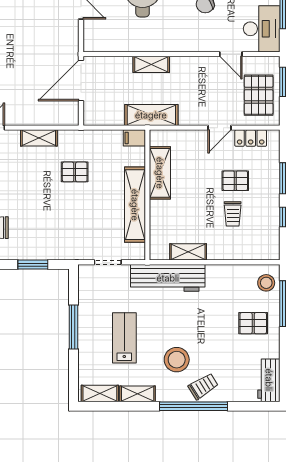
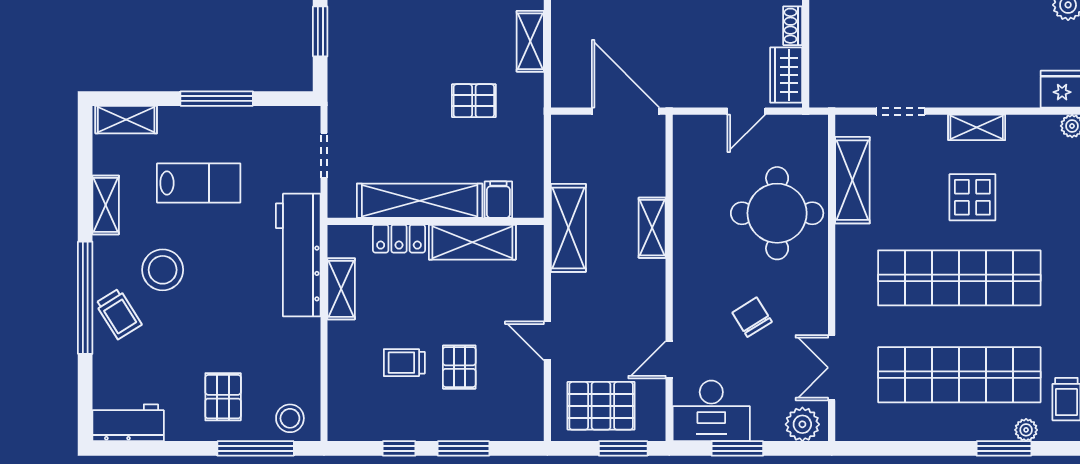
filing cabinet: (134, 138) -> (498, 200), moved
locker: (251, 138) -> (399, 239), moved, turned -90
pallet: (75, 172) -> (474, 101), turned 90
shelving: (100, 394) -> (126, 120), moved, turned 90

